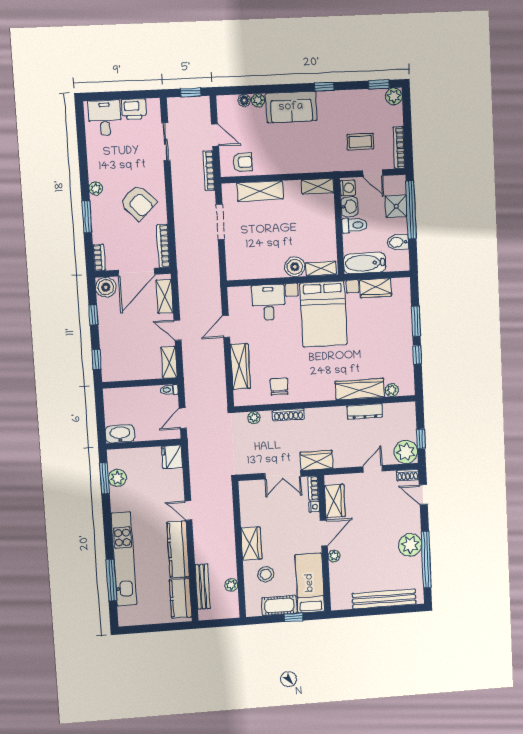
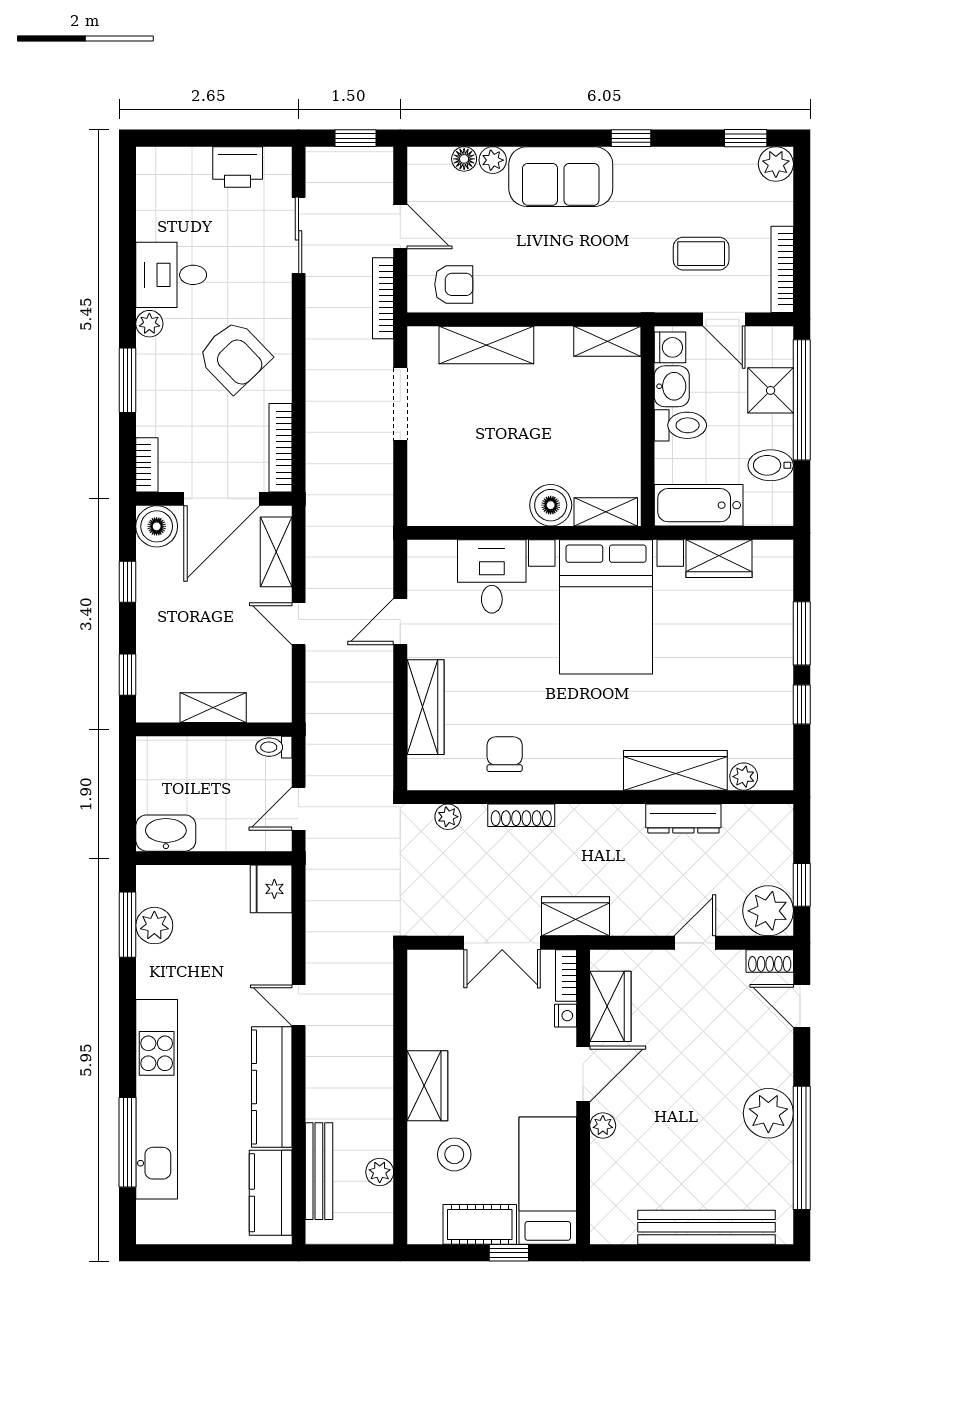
desk: (105, 118) -> (171, 275), moved, turned -90
shelving: (169, 362) -> (213, 708), moved, turned 90

